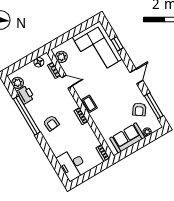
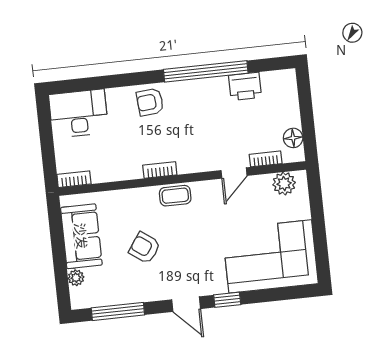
window: (117, 44) -> (227, 300), moved
plant: (18, 83) -> (273, 82), removed
armchair: (139, 109) -> (145, 248), moved
armchair: (51, 123) -> (150, 102), moved

